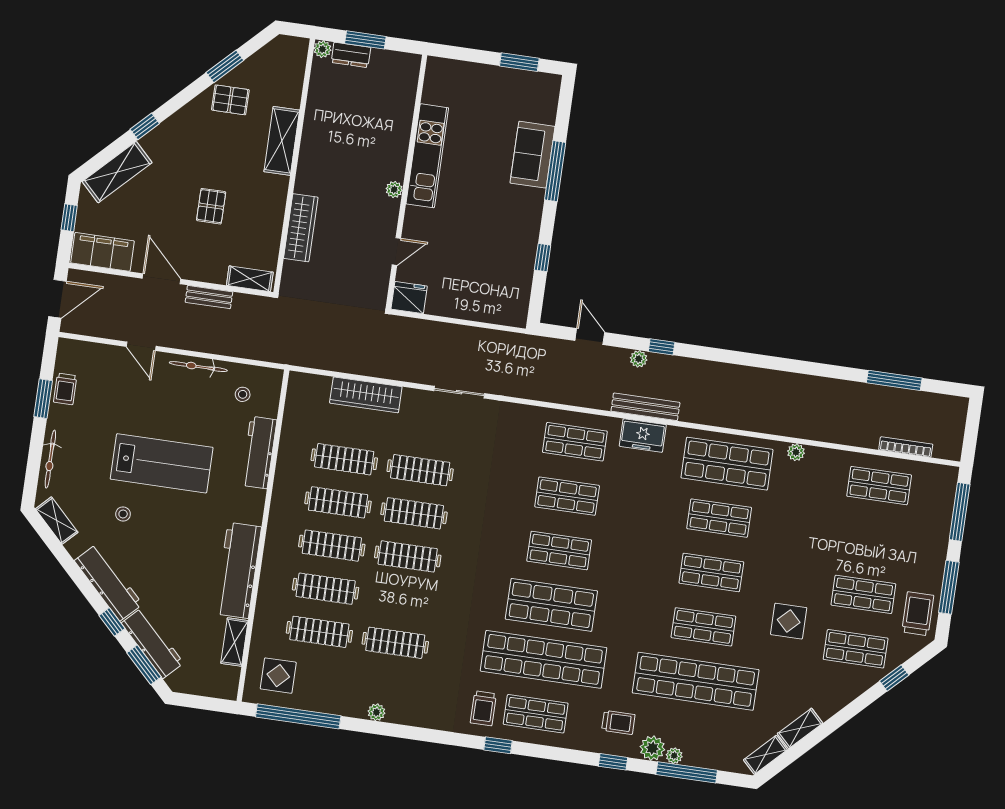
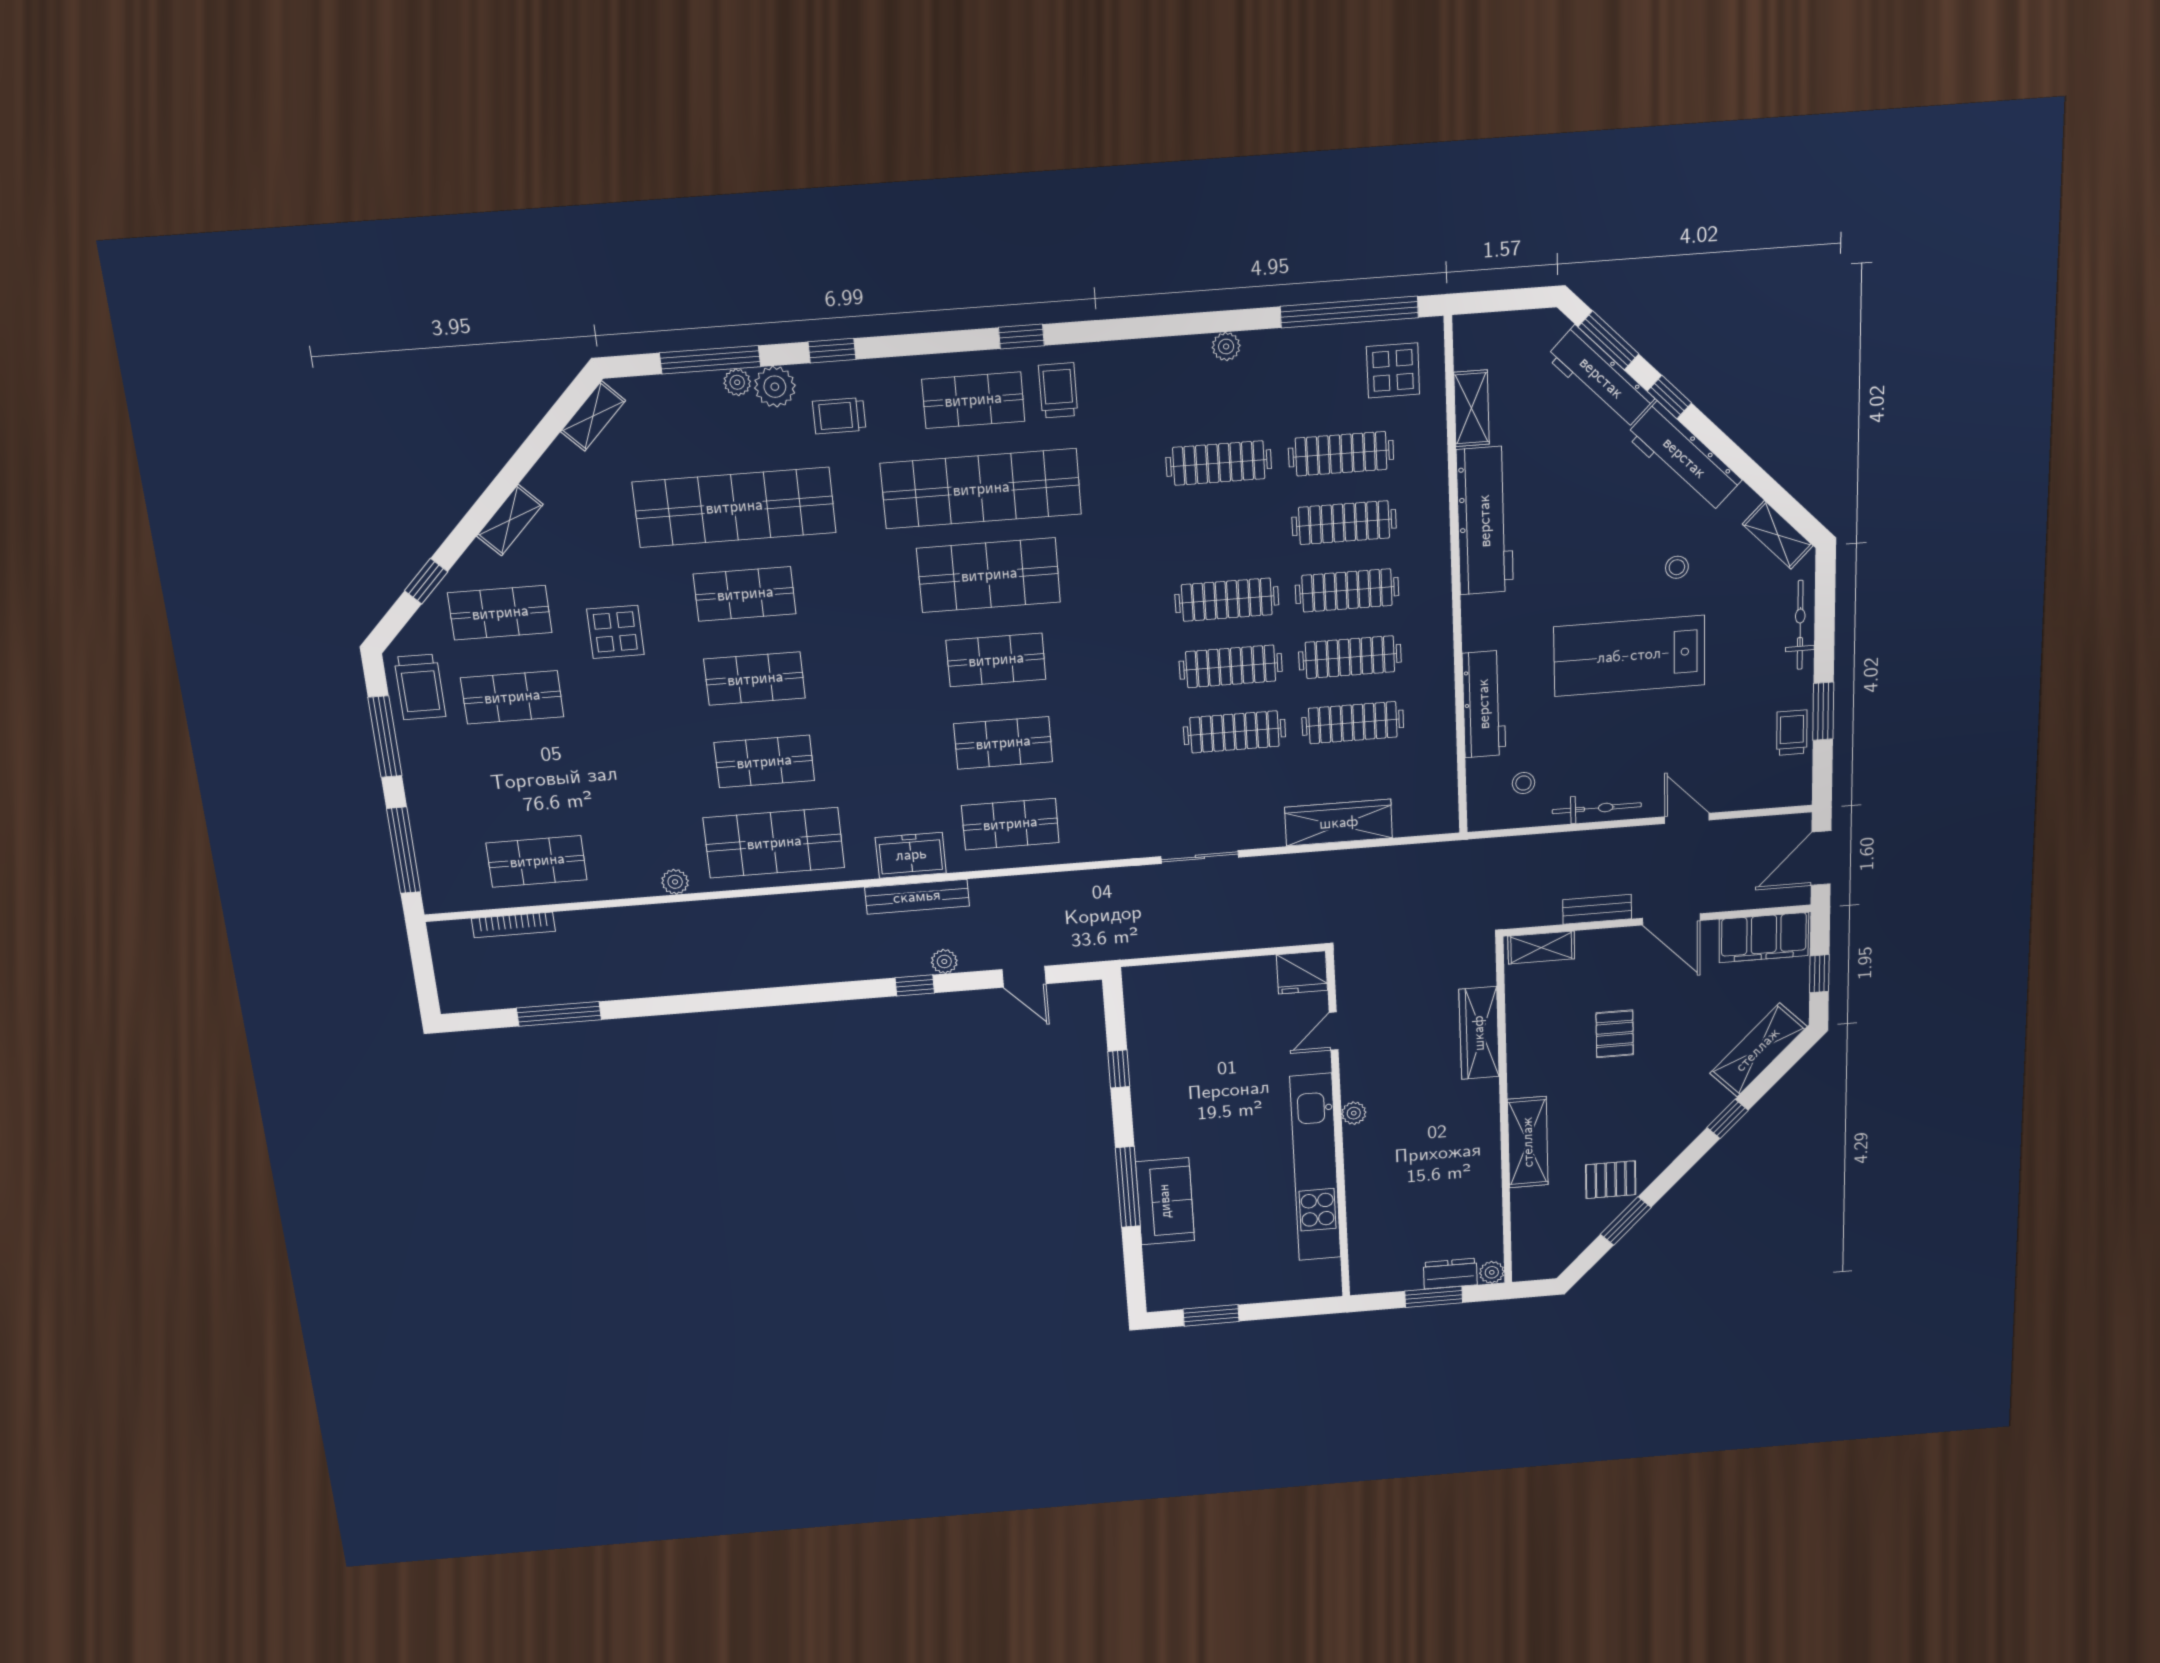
kitchen unit: (427, 156) -> (1315, 1168), width x1.36
shelving: (800, 728) -> (510, 520), moved

